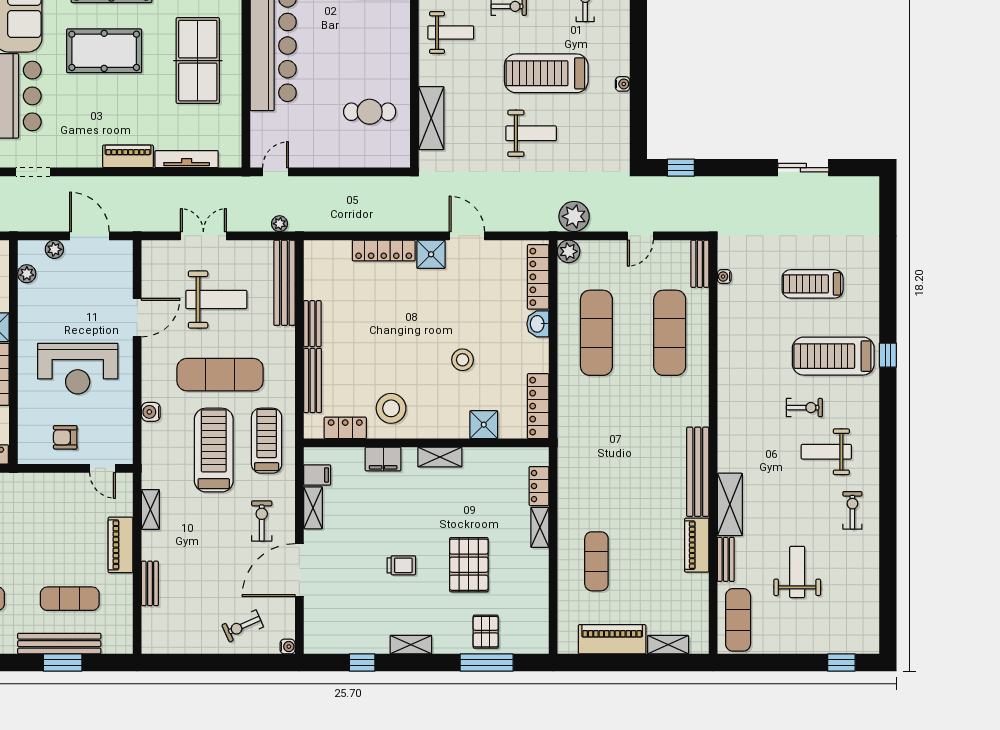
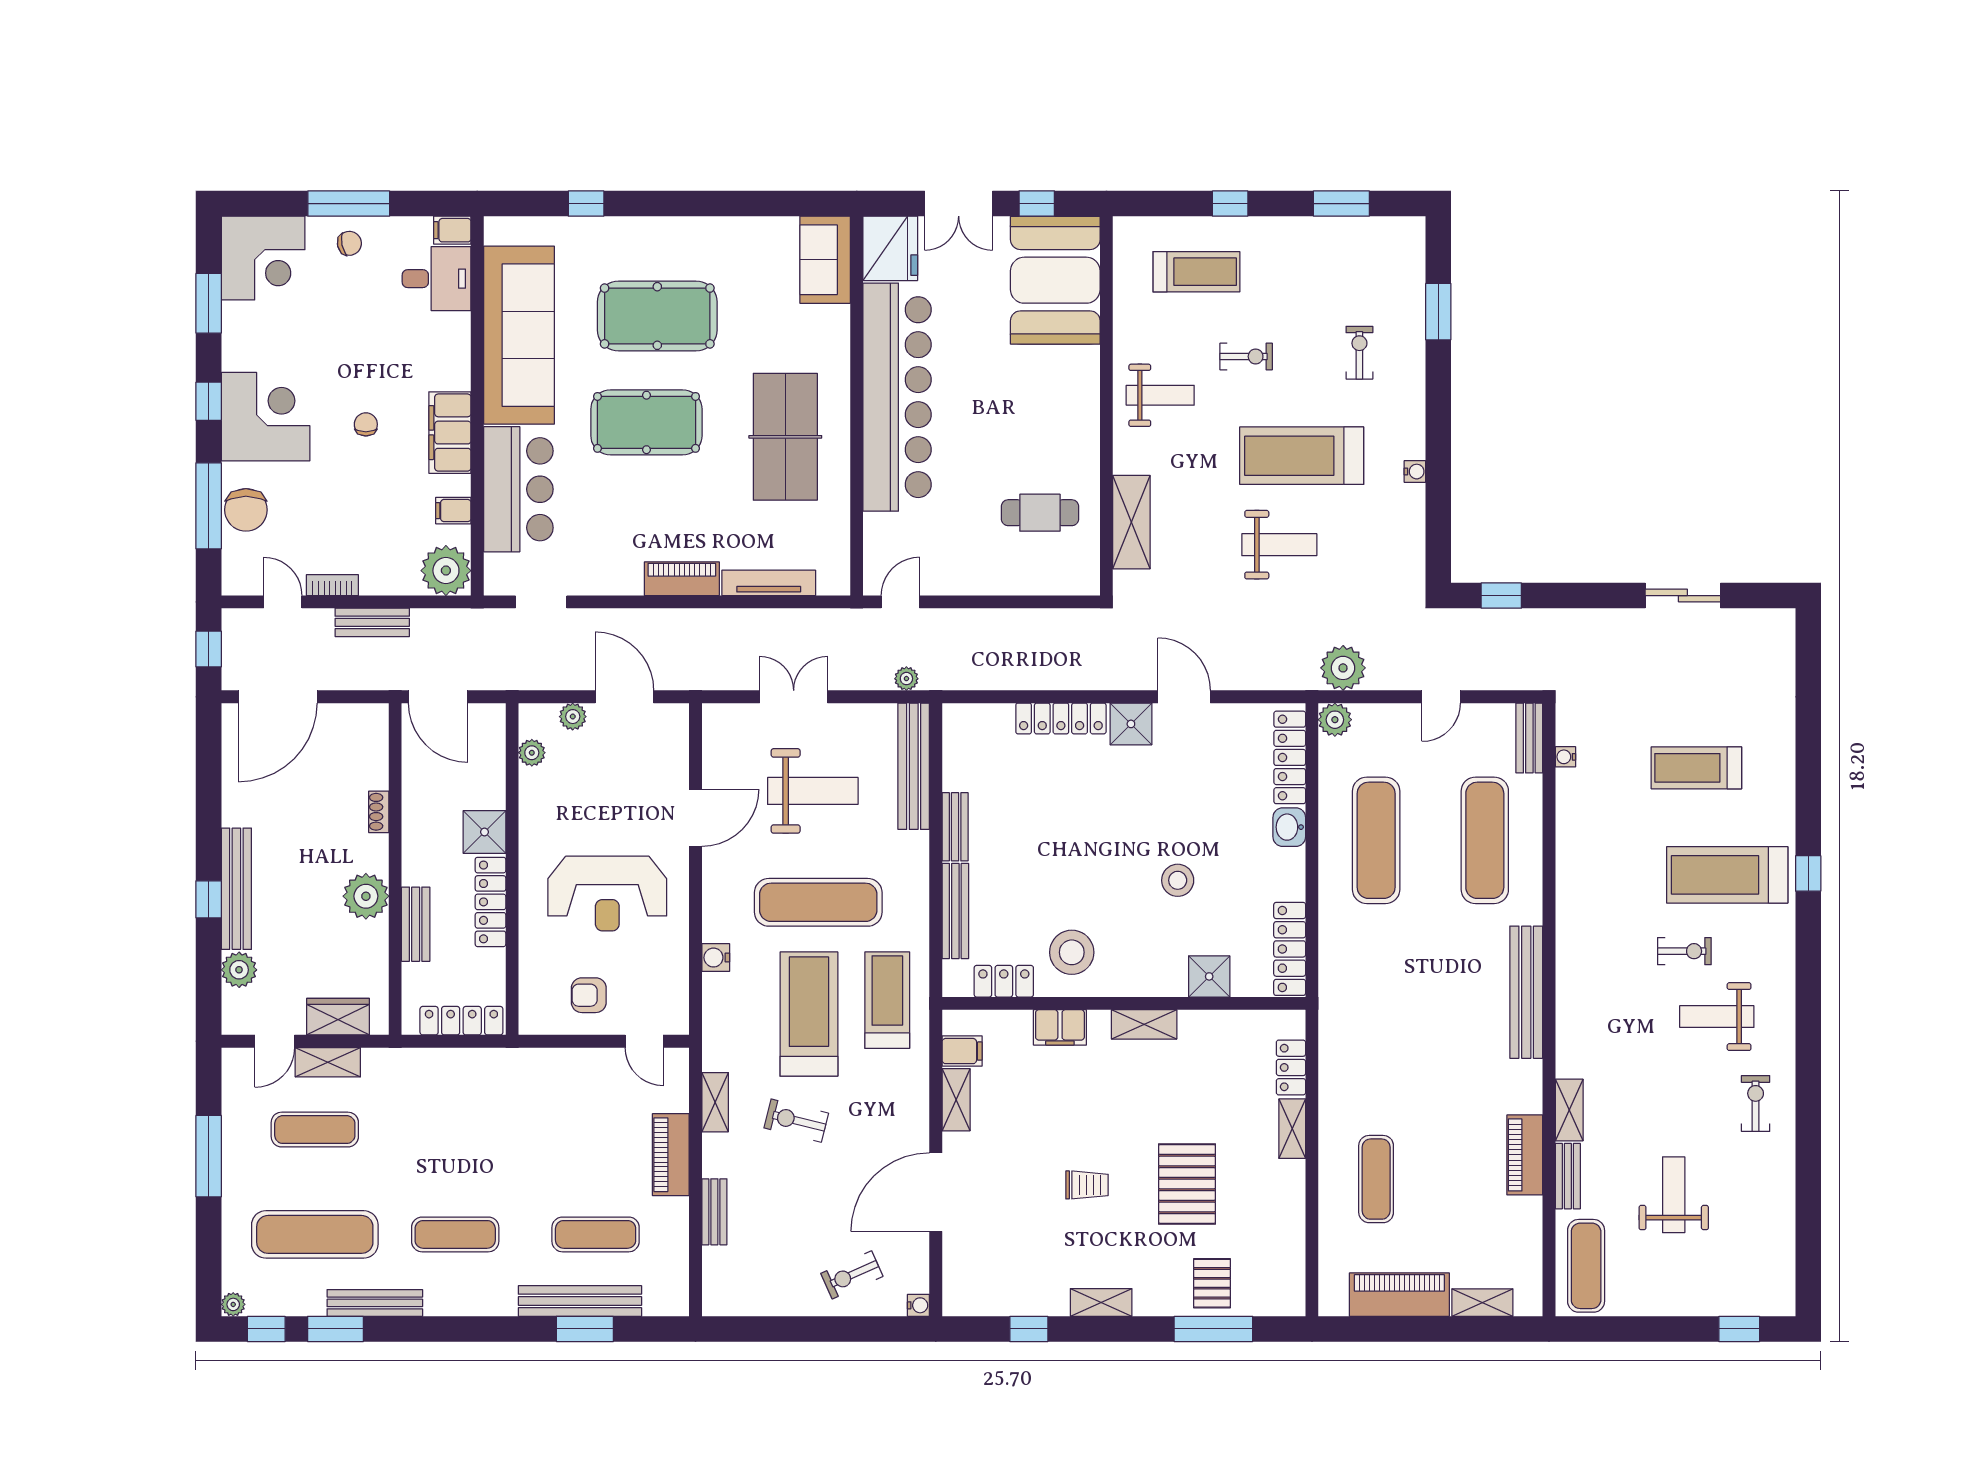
bench: (698, 472) -> (1526, 992), moved
shelving: (730, 504) -> (1569, 1110), width x0.67, depth x0.75
exercise bike: (262, 521) -> (796, 1121), moved, turned -76

